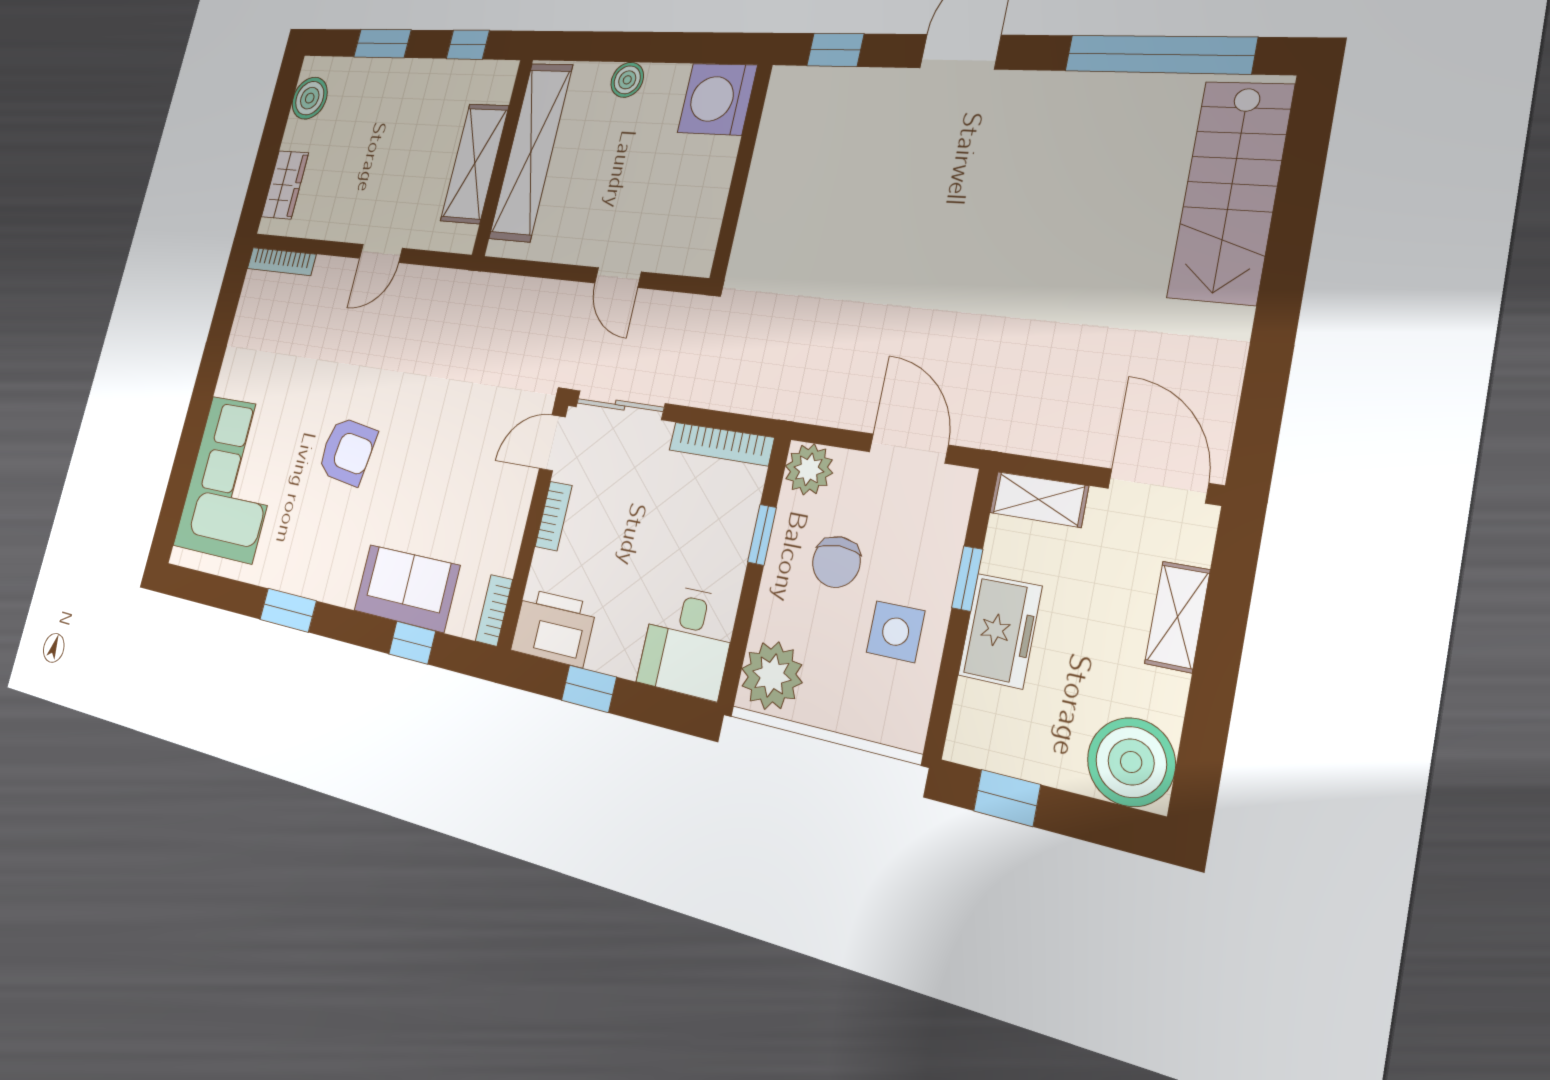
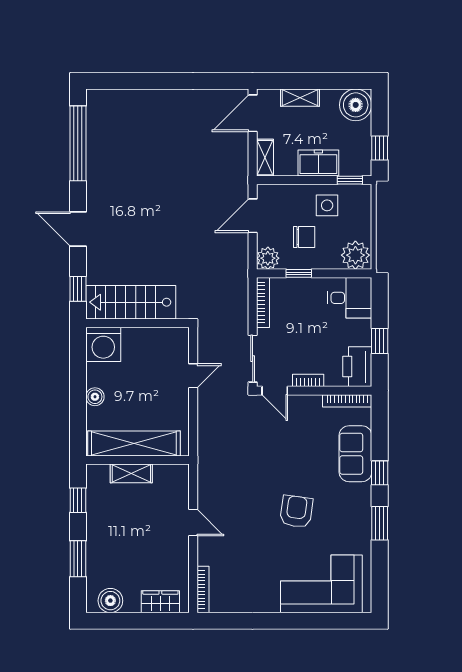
shelving: (475, 163) -> (131, 473), width x0.67, depth x0.75
stairs: (1231, 191) -> (131, 302), moved, turned 180
window: (967, 579) -> (350, 180), moved
bookcase: (494, 610) -> (347, 401), width x1.56
window: (412, 643) -> (380, 473), moved

